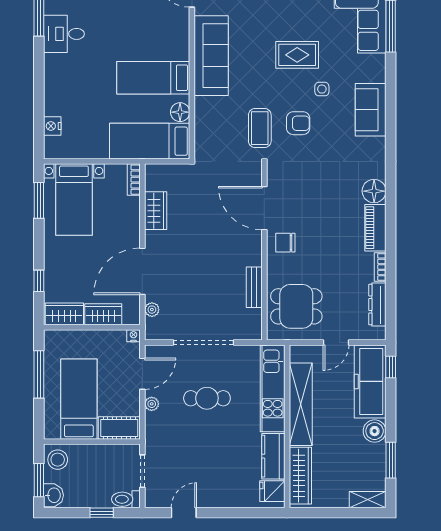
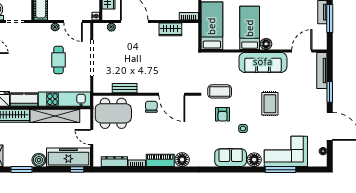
rug: (297, 55) -> (270, 104), moved
floor lamp: (374, 70) -> (254, 160), added
floor lamp: (180, 112) -> (266, 44), moved
door: (264, 208) -> (172, 94), swing flipped
dining table: (296, 306) -> (113, 113), width x1.38

